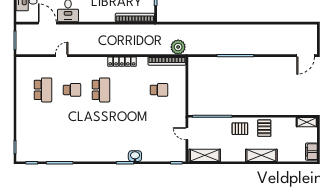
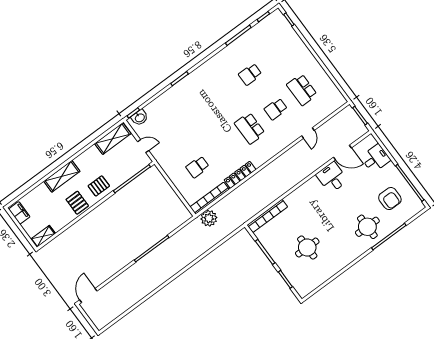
locker: (122, 62) -> (240, 175), moved
school desk: (72, 128) -> (250, 74), added
washbasin: (135, 156) -> (140, 118), moved

